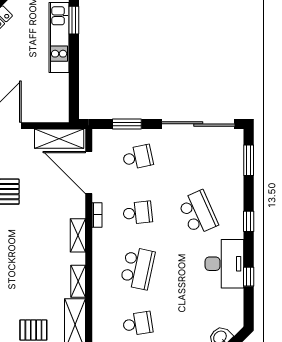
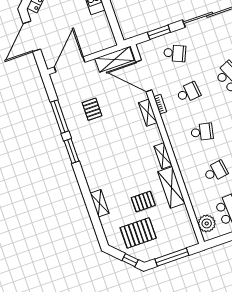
school desk: (138, 157) -> (175, 53), turned 36
shelving: (78, 235) -> (148, 113), moved
school desk: (138, 268) -> (202, 132), width x0.54

